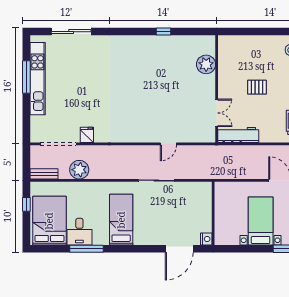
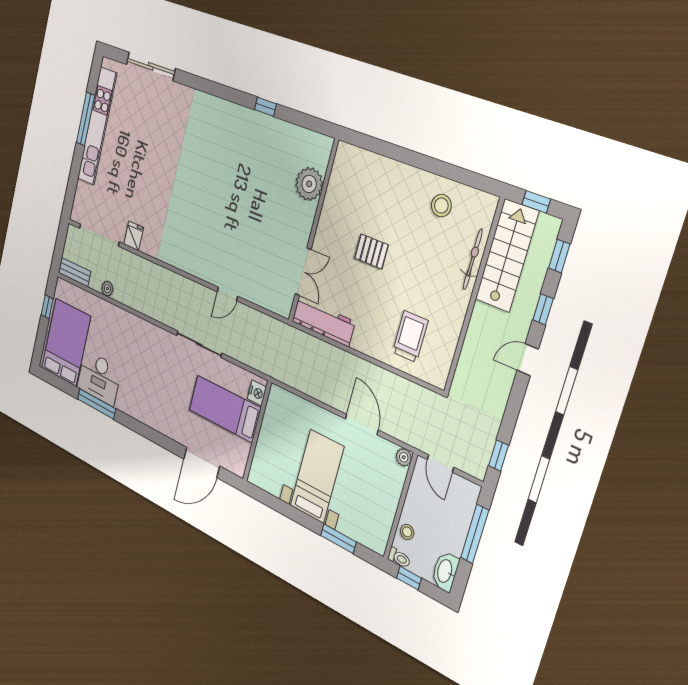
plant: (79, 170) -> (107, 289), width x0.53, depth x0.53
bed: (121, 220) -> (225, 409), moved, turned -90
desk: (79, 232) -> (99, 378), width x1.37
nightstand: (206, 239) -> (257, 393), moved

